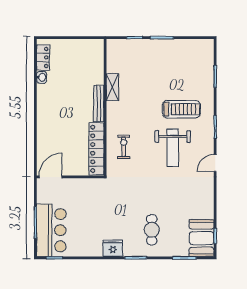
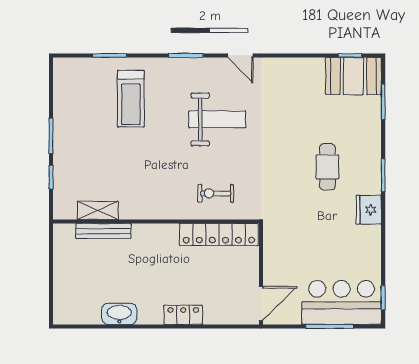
locker: (43, 57) -> (183, 315), moved
washbasin: (42, 77) -> (119, 314), width x1.91, depth x1.45
shelving: (112, 87) -> (98, 210), moved
bench: (99, 104) -> (103, 231), moved
treadmill: (181, 109) -> (131, 99), moved, turned 180
door: (51, 177) -> (261, 303), swing flipped
cafe table: (152, 230) -> (327, 167), moved, turned 90

